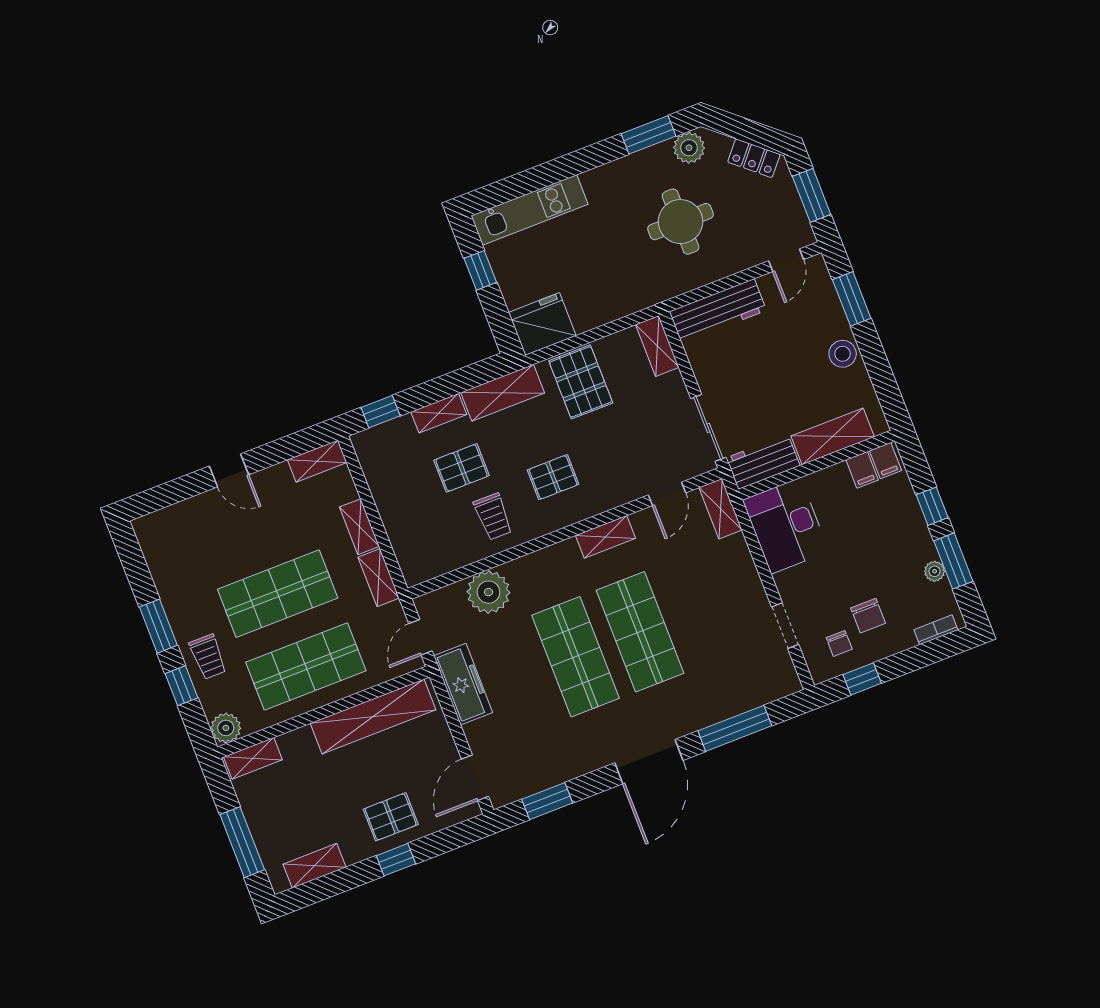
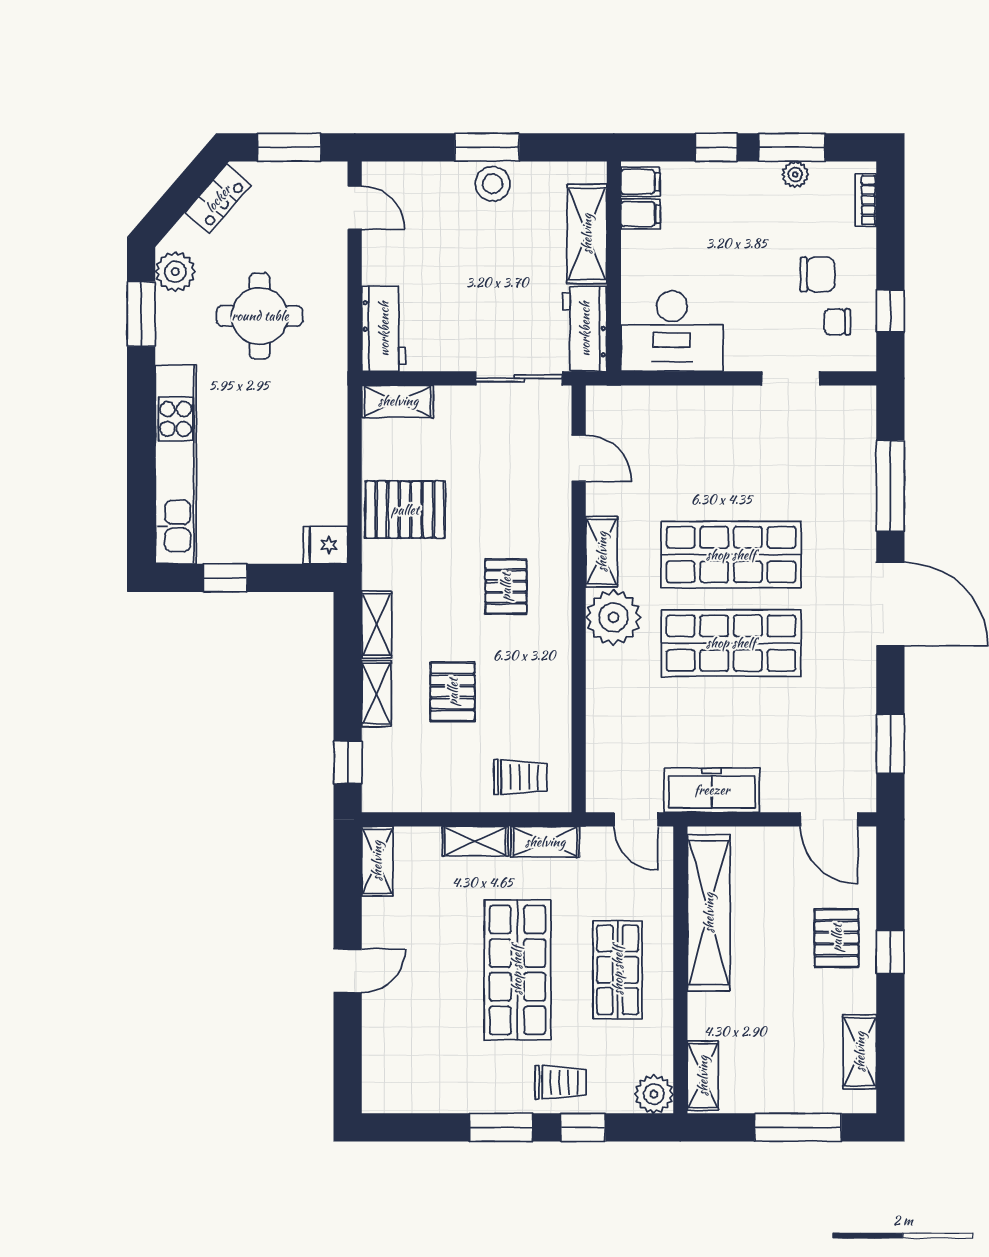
kitchen unit: (529, 210) -> (176, 465), width x1.36
window: (852, 299) -> (487, 147), moved
workbench: (718, 311) -> (384, 329), width x0.73
fridge: (542, 324) -> (325, 545), width x0.53, depth x0.75
shelving: (503, 393) -> (377, 625), width x0.67, depth x0.75
shelving: (720, 509) -> (621, 401), removed
trolley: (493, 517) -> (520, 777), moved
plant: (489, 592) -> (613, 617), moved
chair: (839, 643) -> (837, 322), turned 180
shop shelf: (306, 666) -> (618, 970), width x0.70, depth x0.74

